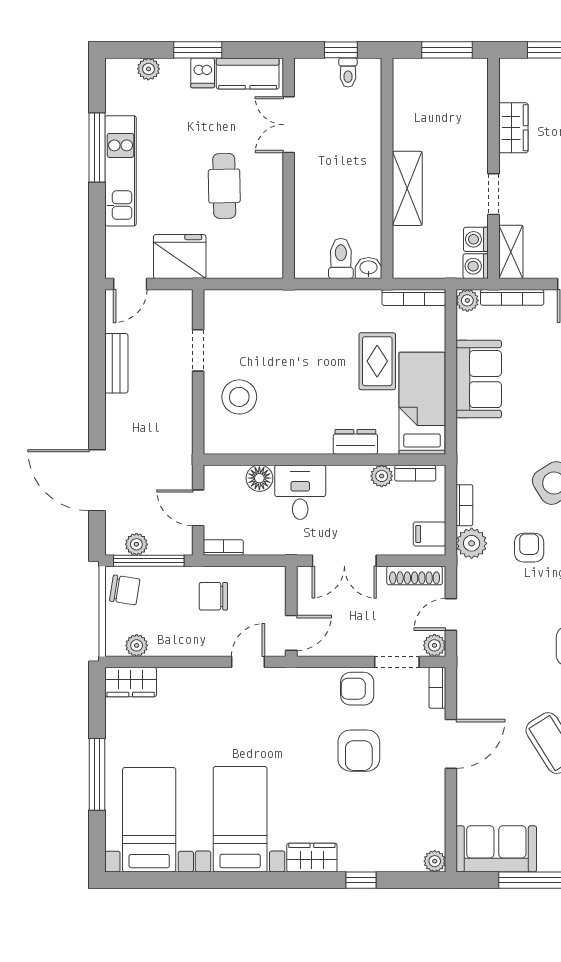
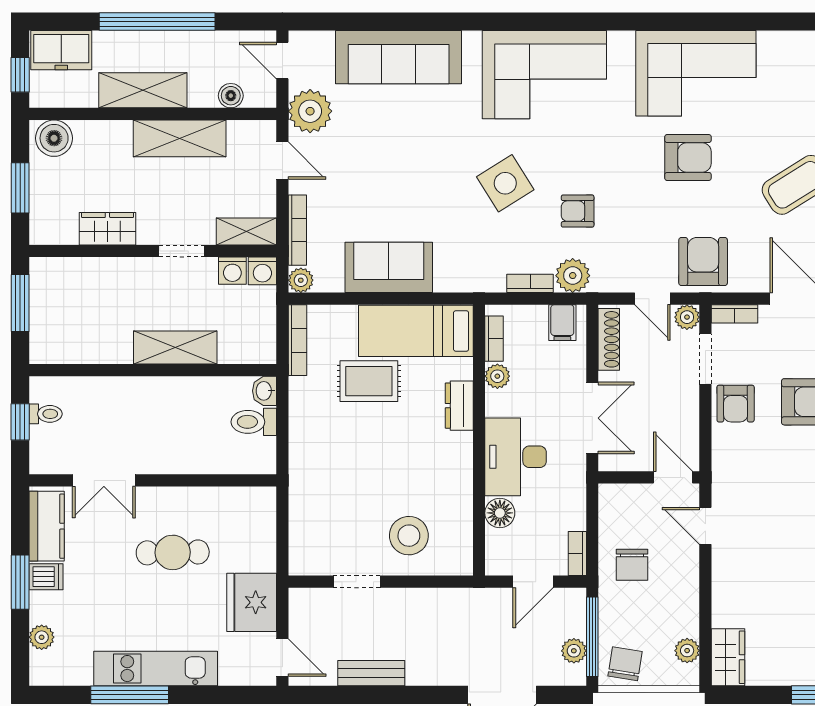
desk: (300, 492) -> (516, 457), width x1.37
armchair: (484, 660) -> (703, 261), added

